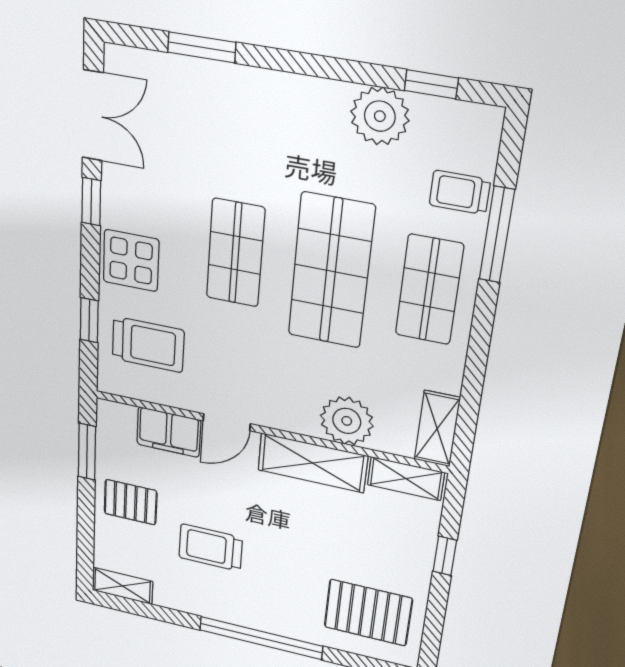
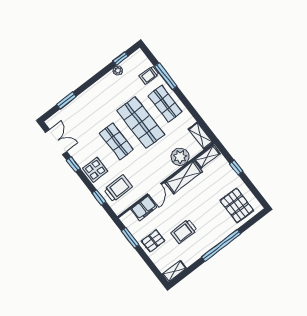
plant: (380, 116) -> (118, 71), width x0.53, depth x0.53
pallet: (368, 613) -> (237, 205), turned 90

